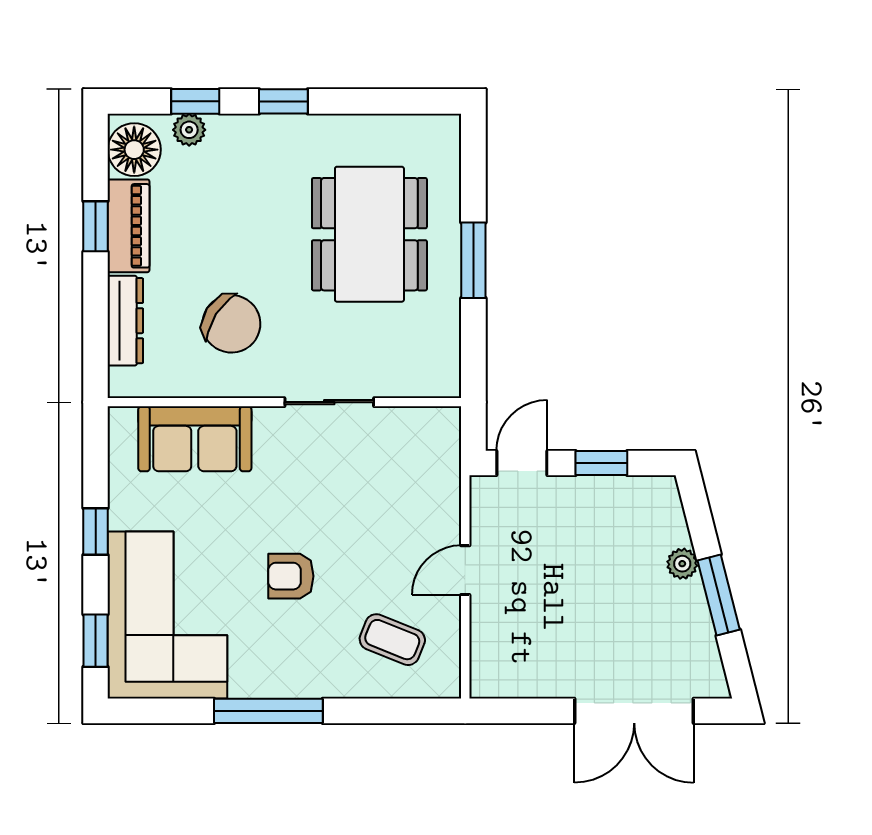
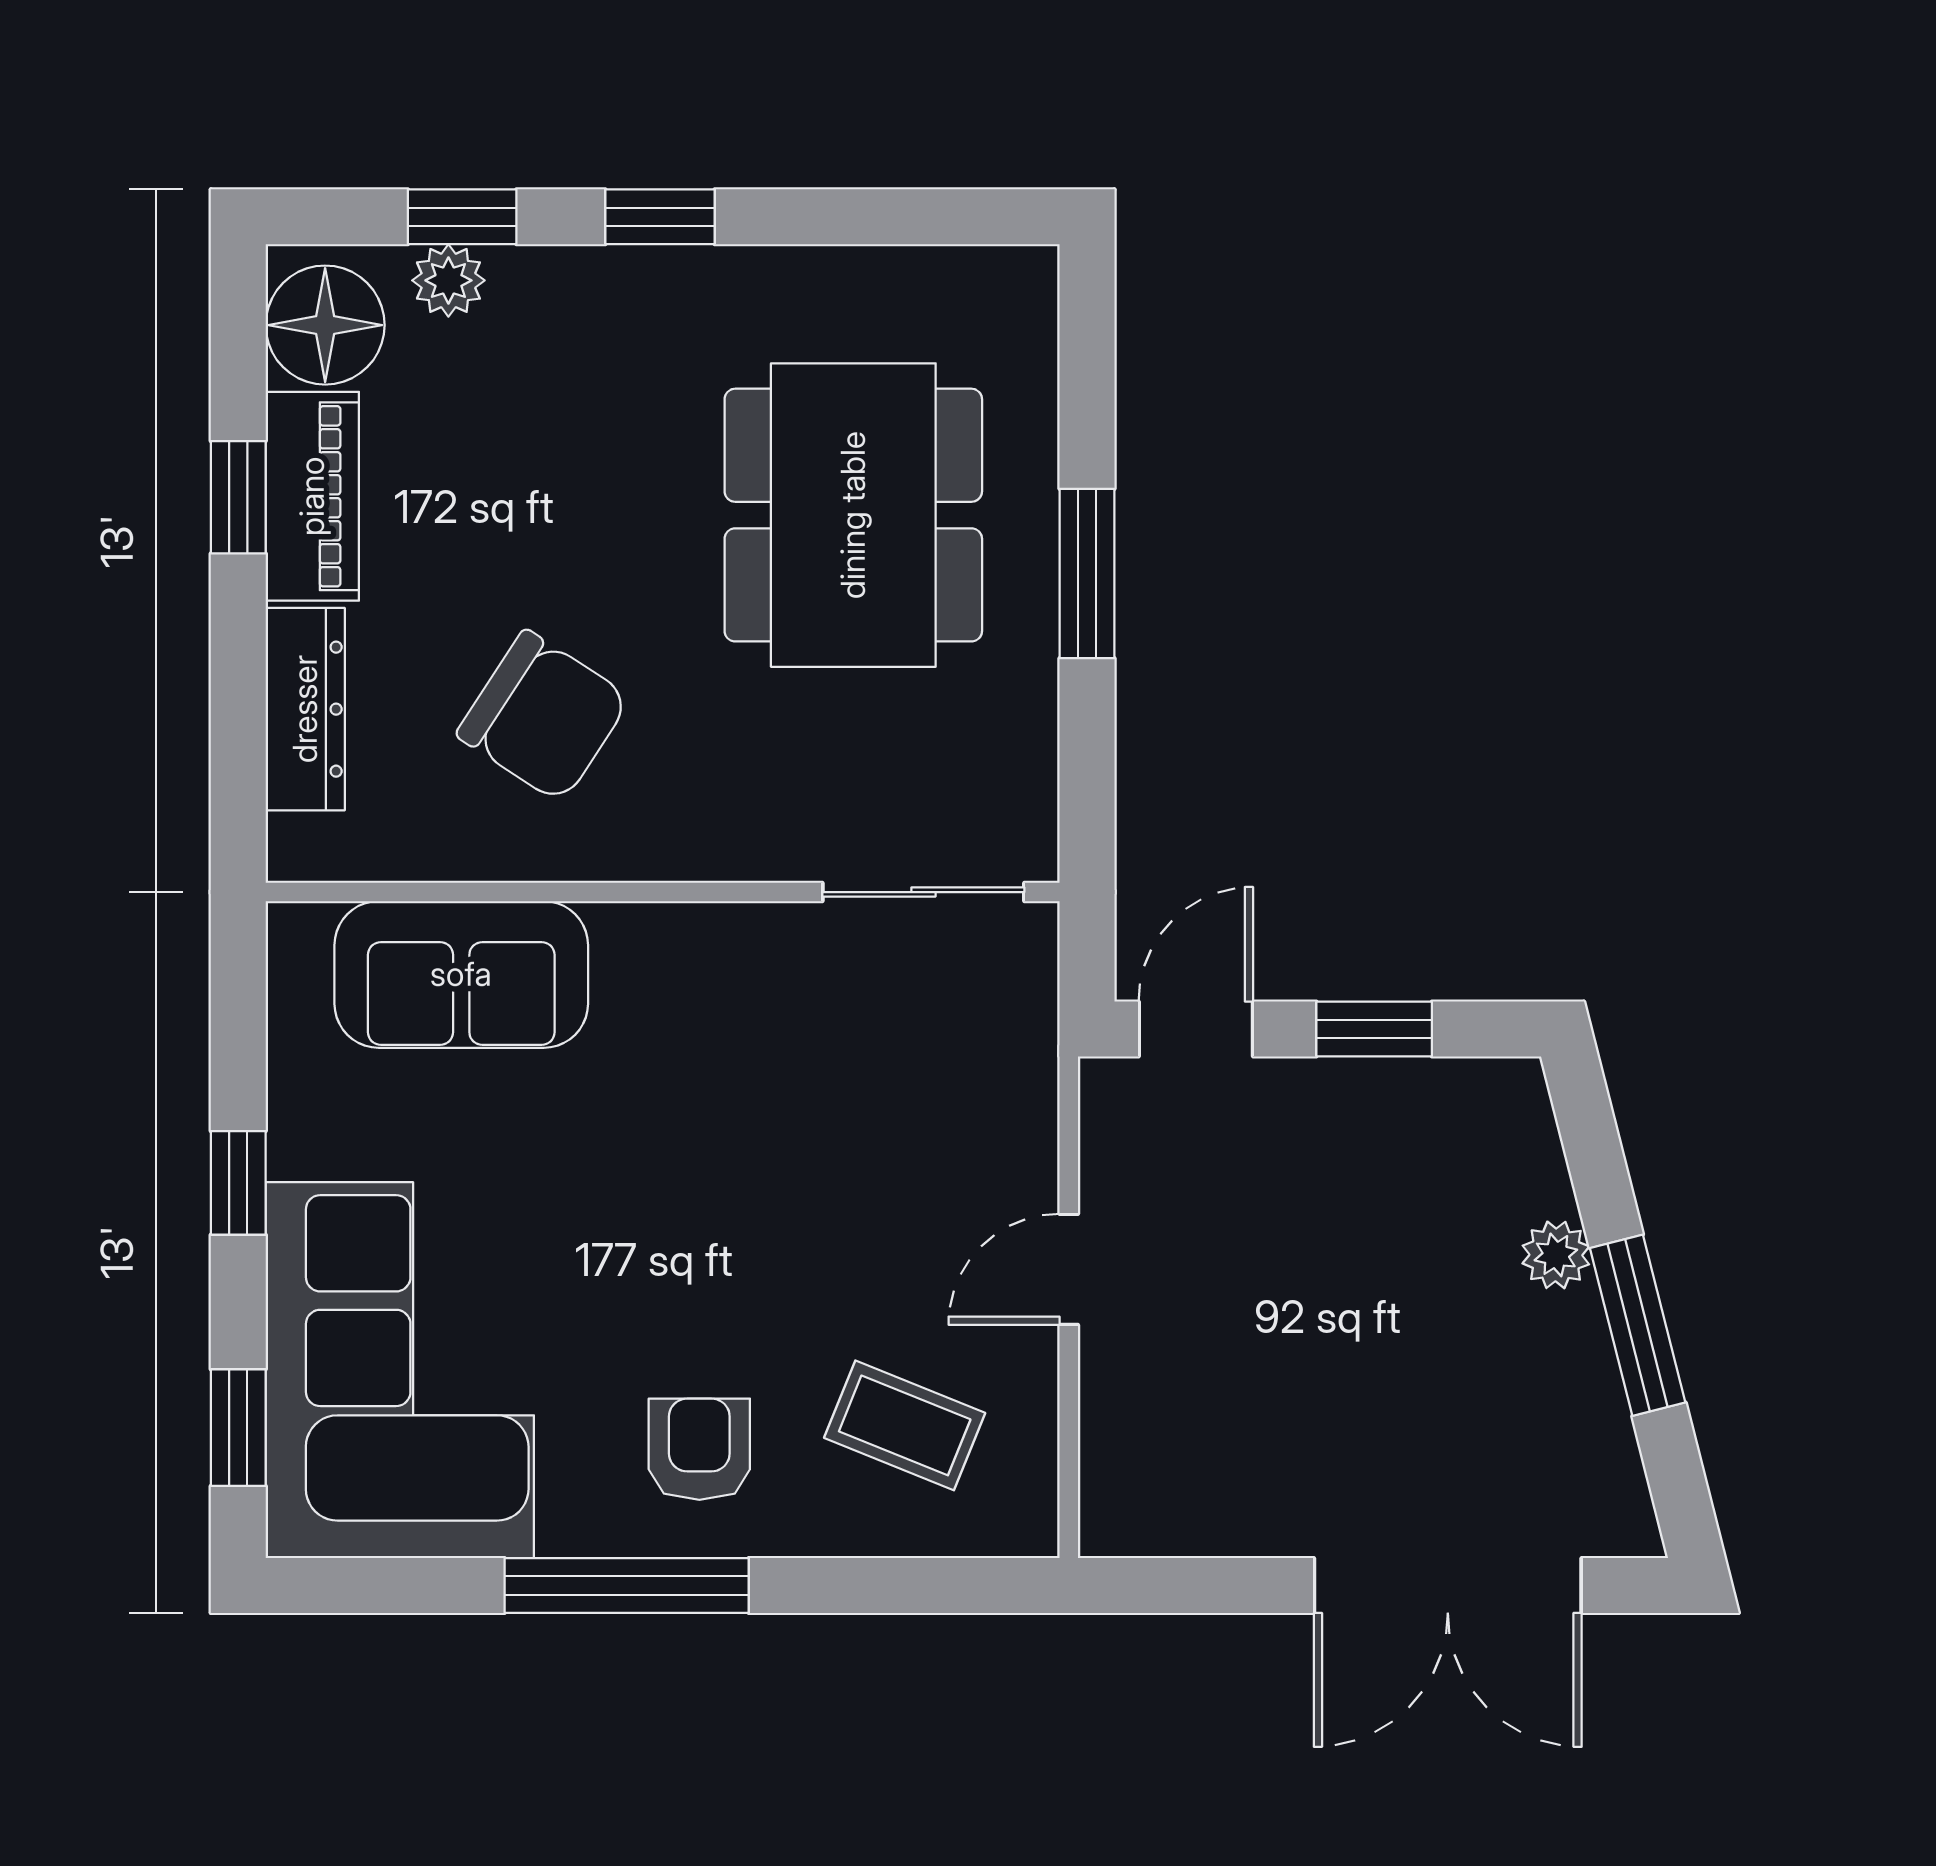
sliding door: (329, 402) -> (923, 892), moved
armchair: (291, 576) -> (699, 1449), moved, turned 90

